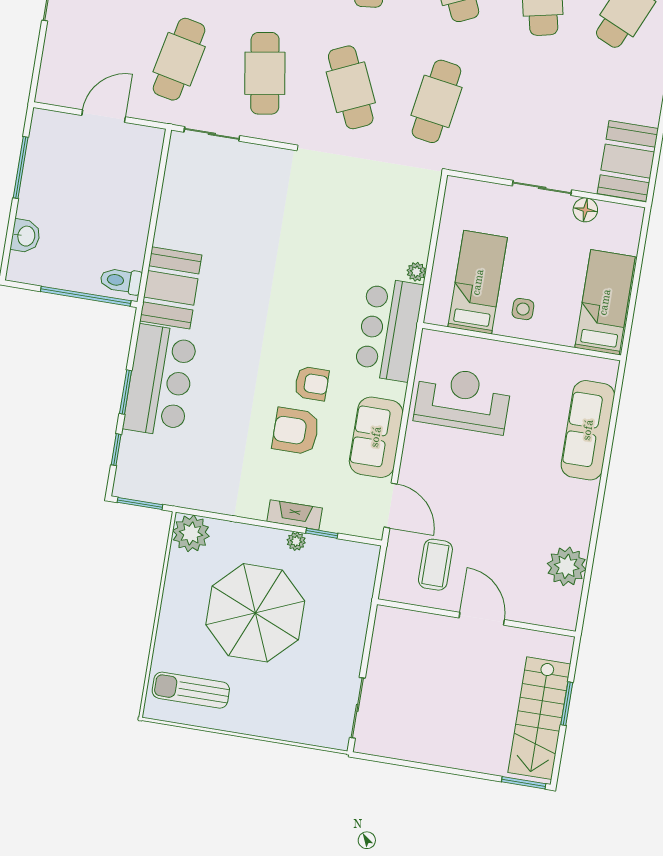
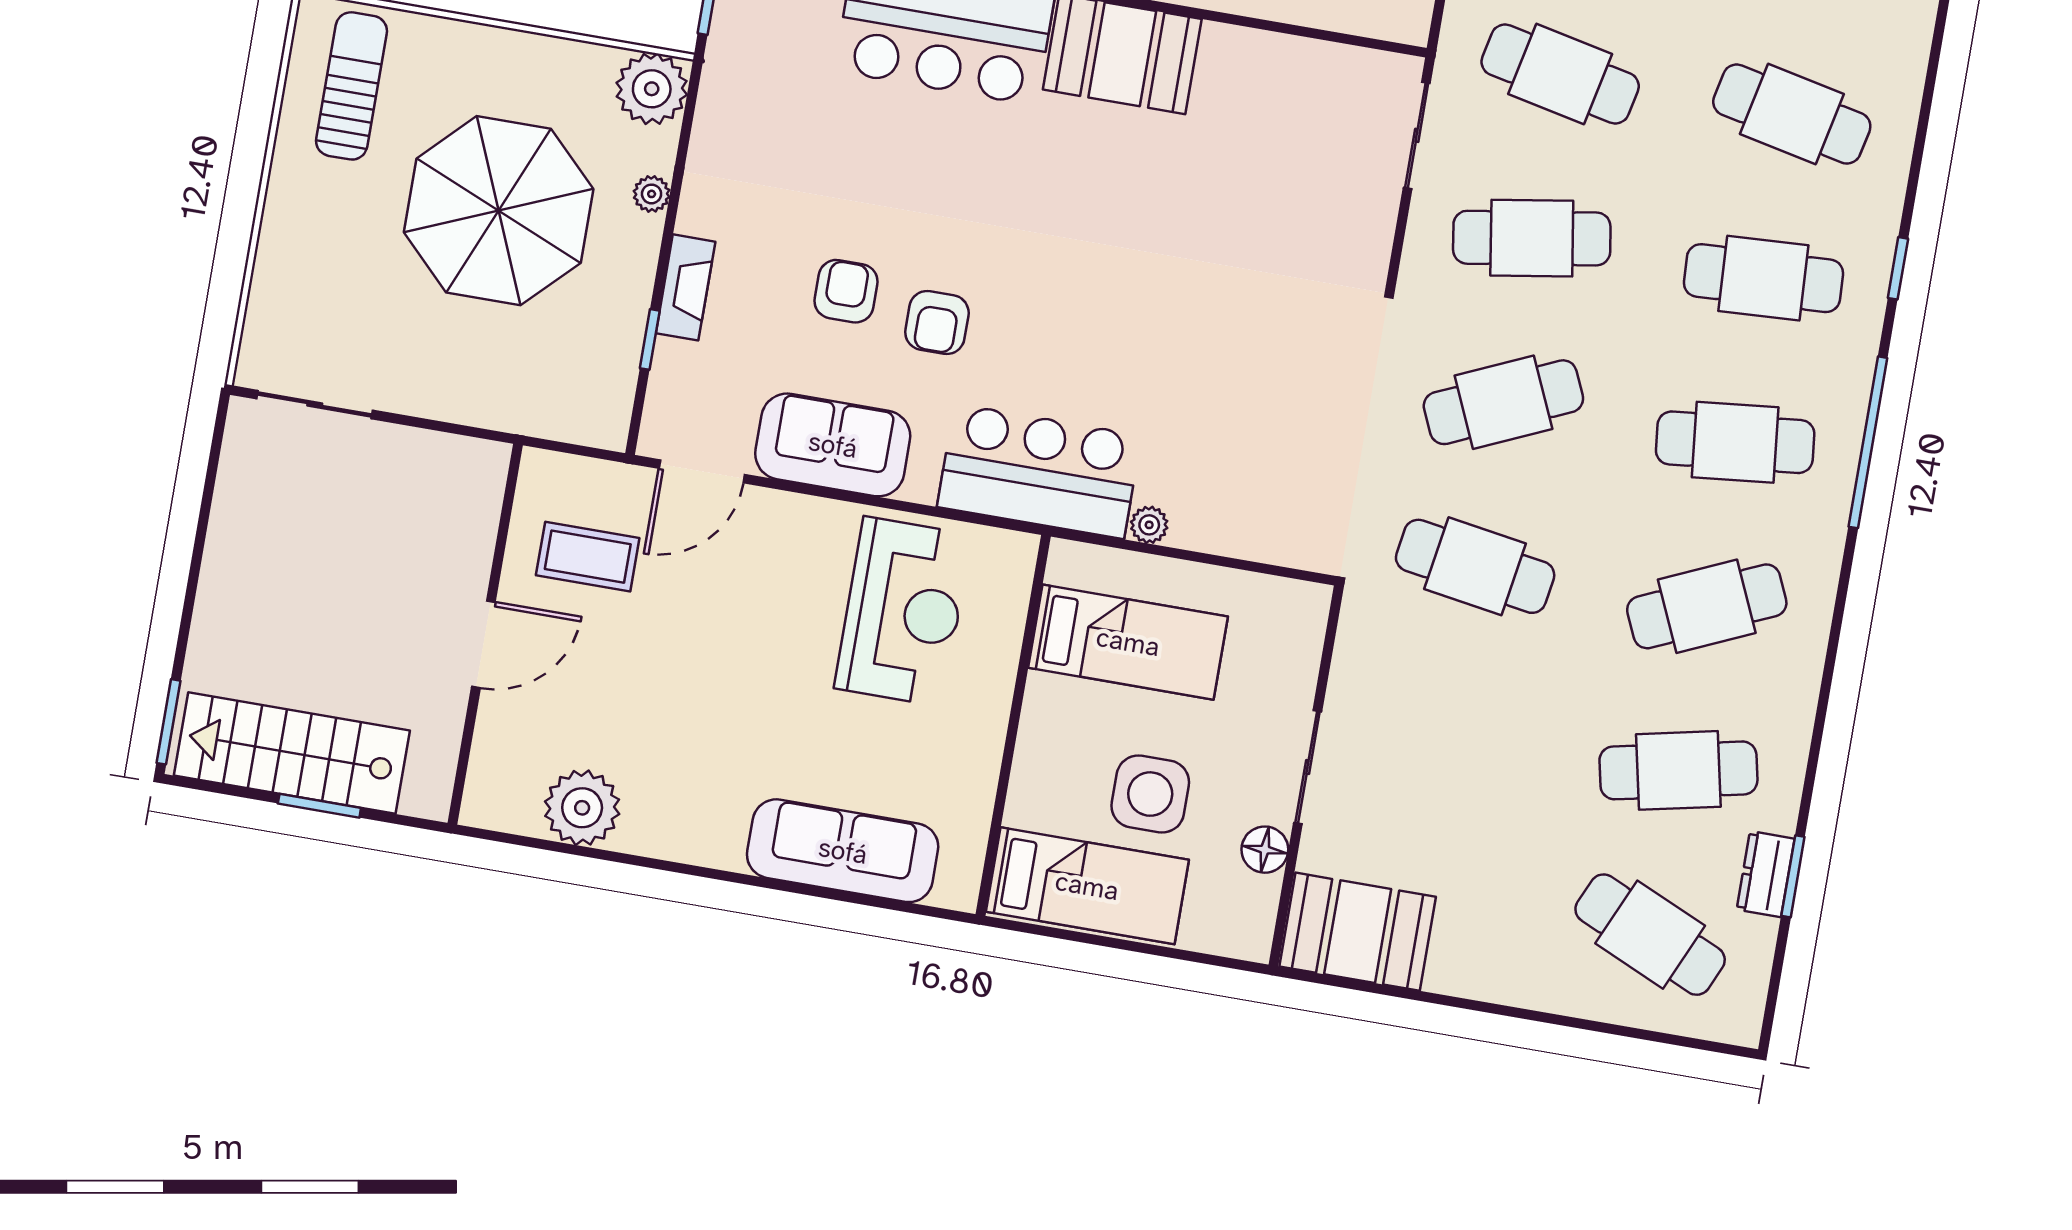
side table: (523, 309) -> (1150, 794), moved, width x1.87, depth x1.87
armchair: (296, 431) -> (846, 291), width x0.72, depth x0.72
plant: (296, 541) -> (652, 194), moved

